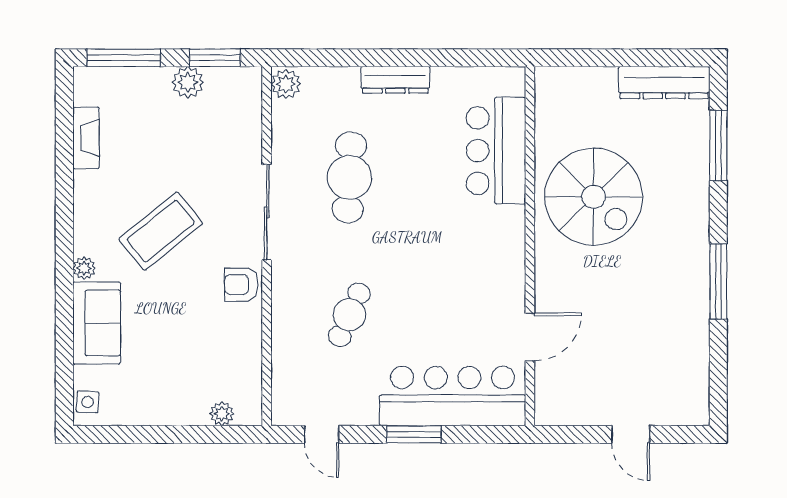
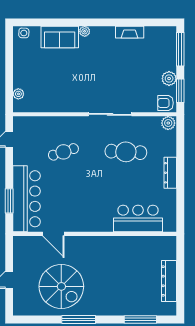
dresser: (664, 83) -> (169, 281), moved
fireplace: (86, 138) -> (130, 32), moved
spiral stairs: (594, 197) -> (61, 286), moved, turned -90
coffee table: (161, 231) -> (101, 66), removed
armchair: (241, 285) -> (166, 103), moved, turned -90
cafe table: (349, 315) -> (63, 152), turned -42
window: (414, 434) -> (9, 201), moved

